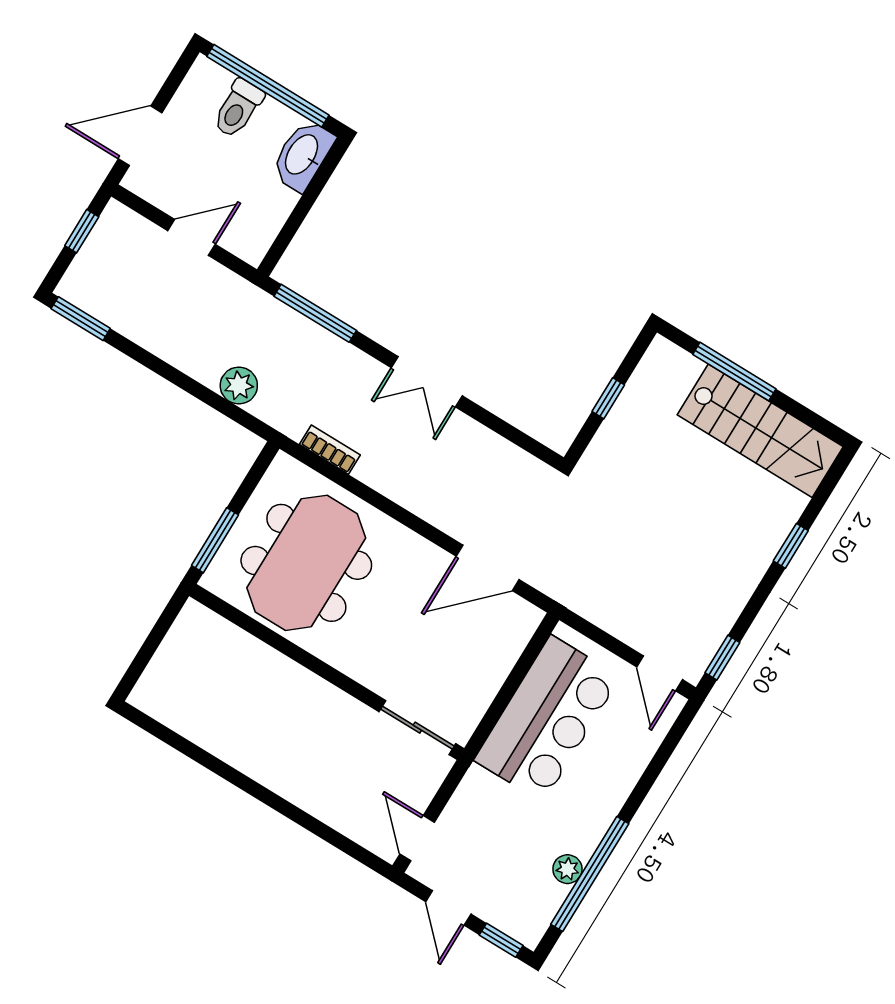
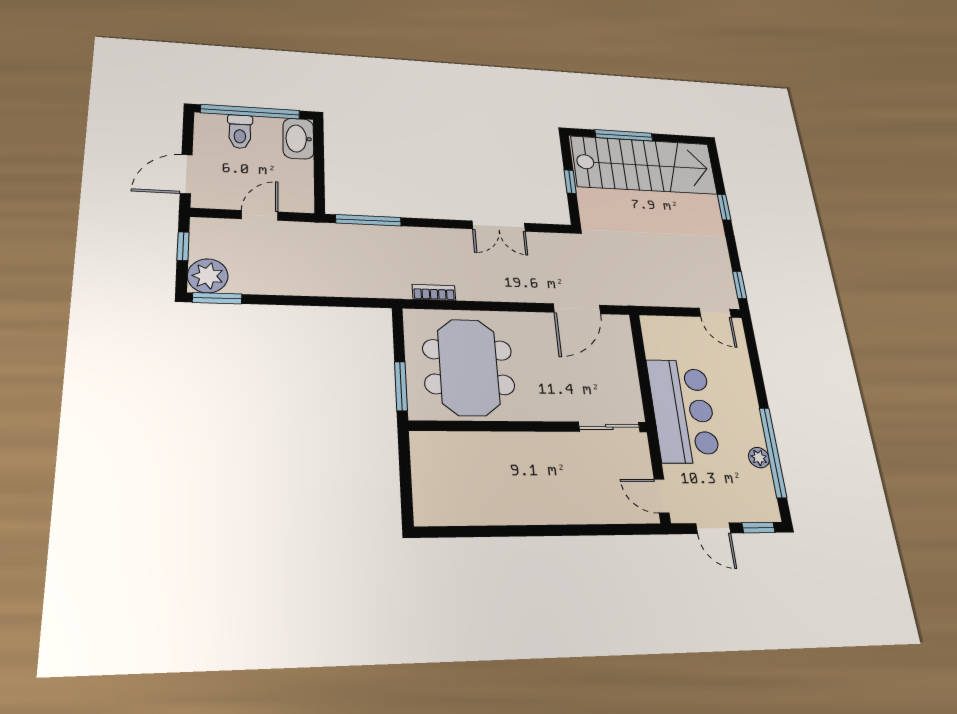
double door: (427, 382) -> (499, 226), moved
plant: (239, 386) -> (208, 276), moved, width x1.36, depth x1.36
stairs: (760, 431) -> (644, 165), width x1.36, depth x1.51
bar counter: (547, 719) -> (683, 411), moved

